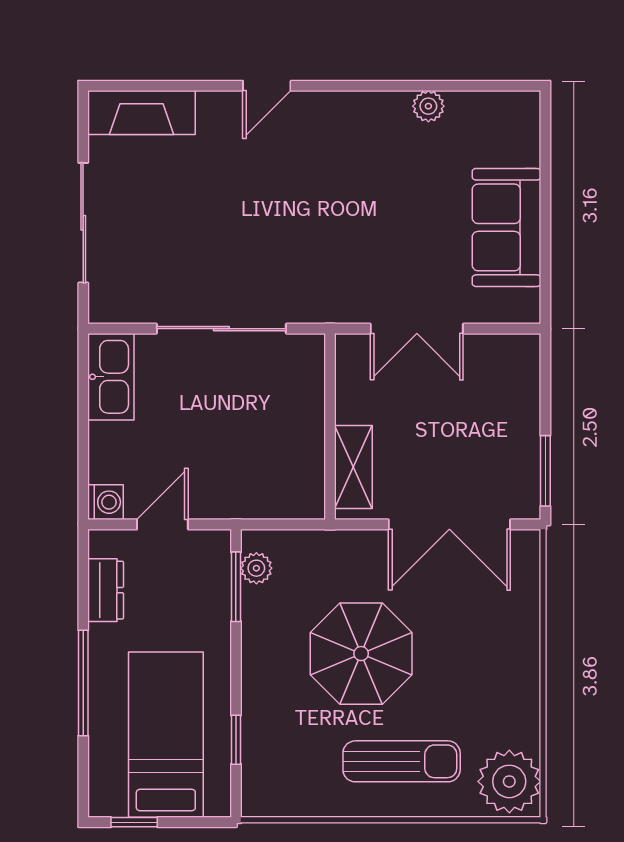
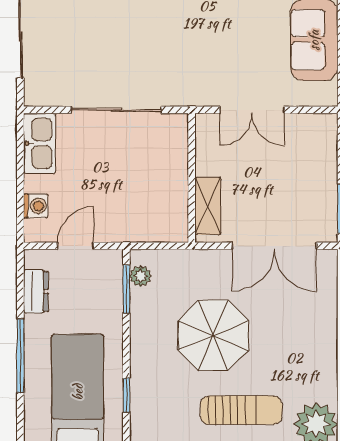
washing machine: (106, 502) -> (36, 206), moved

